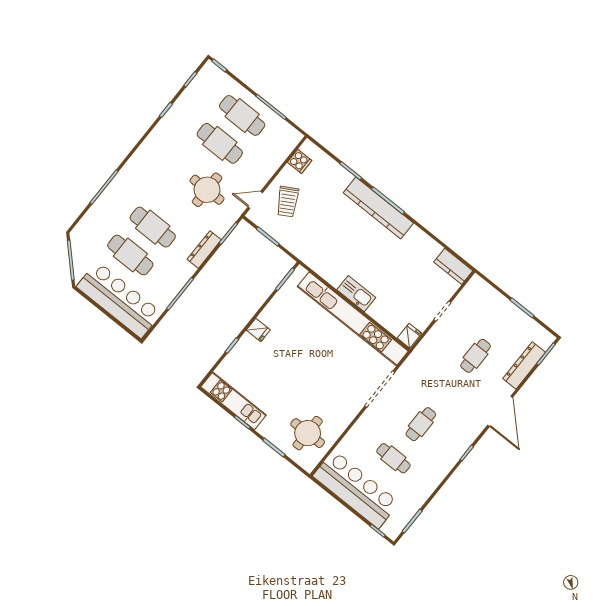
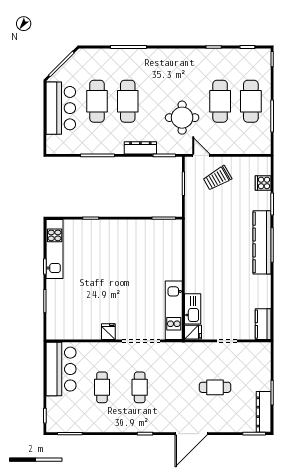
cooker: (300, 161) -> (263, 183), moved, turned 90
kitchen sink: (356, 294) -> (193, 309), moved
bar counter: (119, 300) -> (61, 108), width x0.73
kitchen unit: (353, 319) -> (174, 310), width x0.54
fridge: (258, 330) -> (108, 332), moved, turned 180
dresser: (524, 365) -> (264, 412), moved, turned -90
cafe table: (421, 424) -> (140, 387), turned 90
round table: (308, 433) -> (73, 316), removed
bar counter: (356, 489) -> (61, 369), width x0.73

